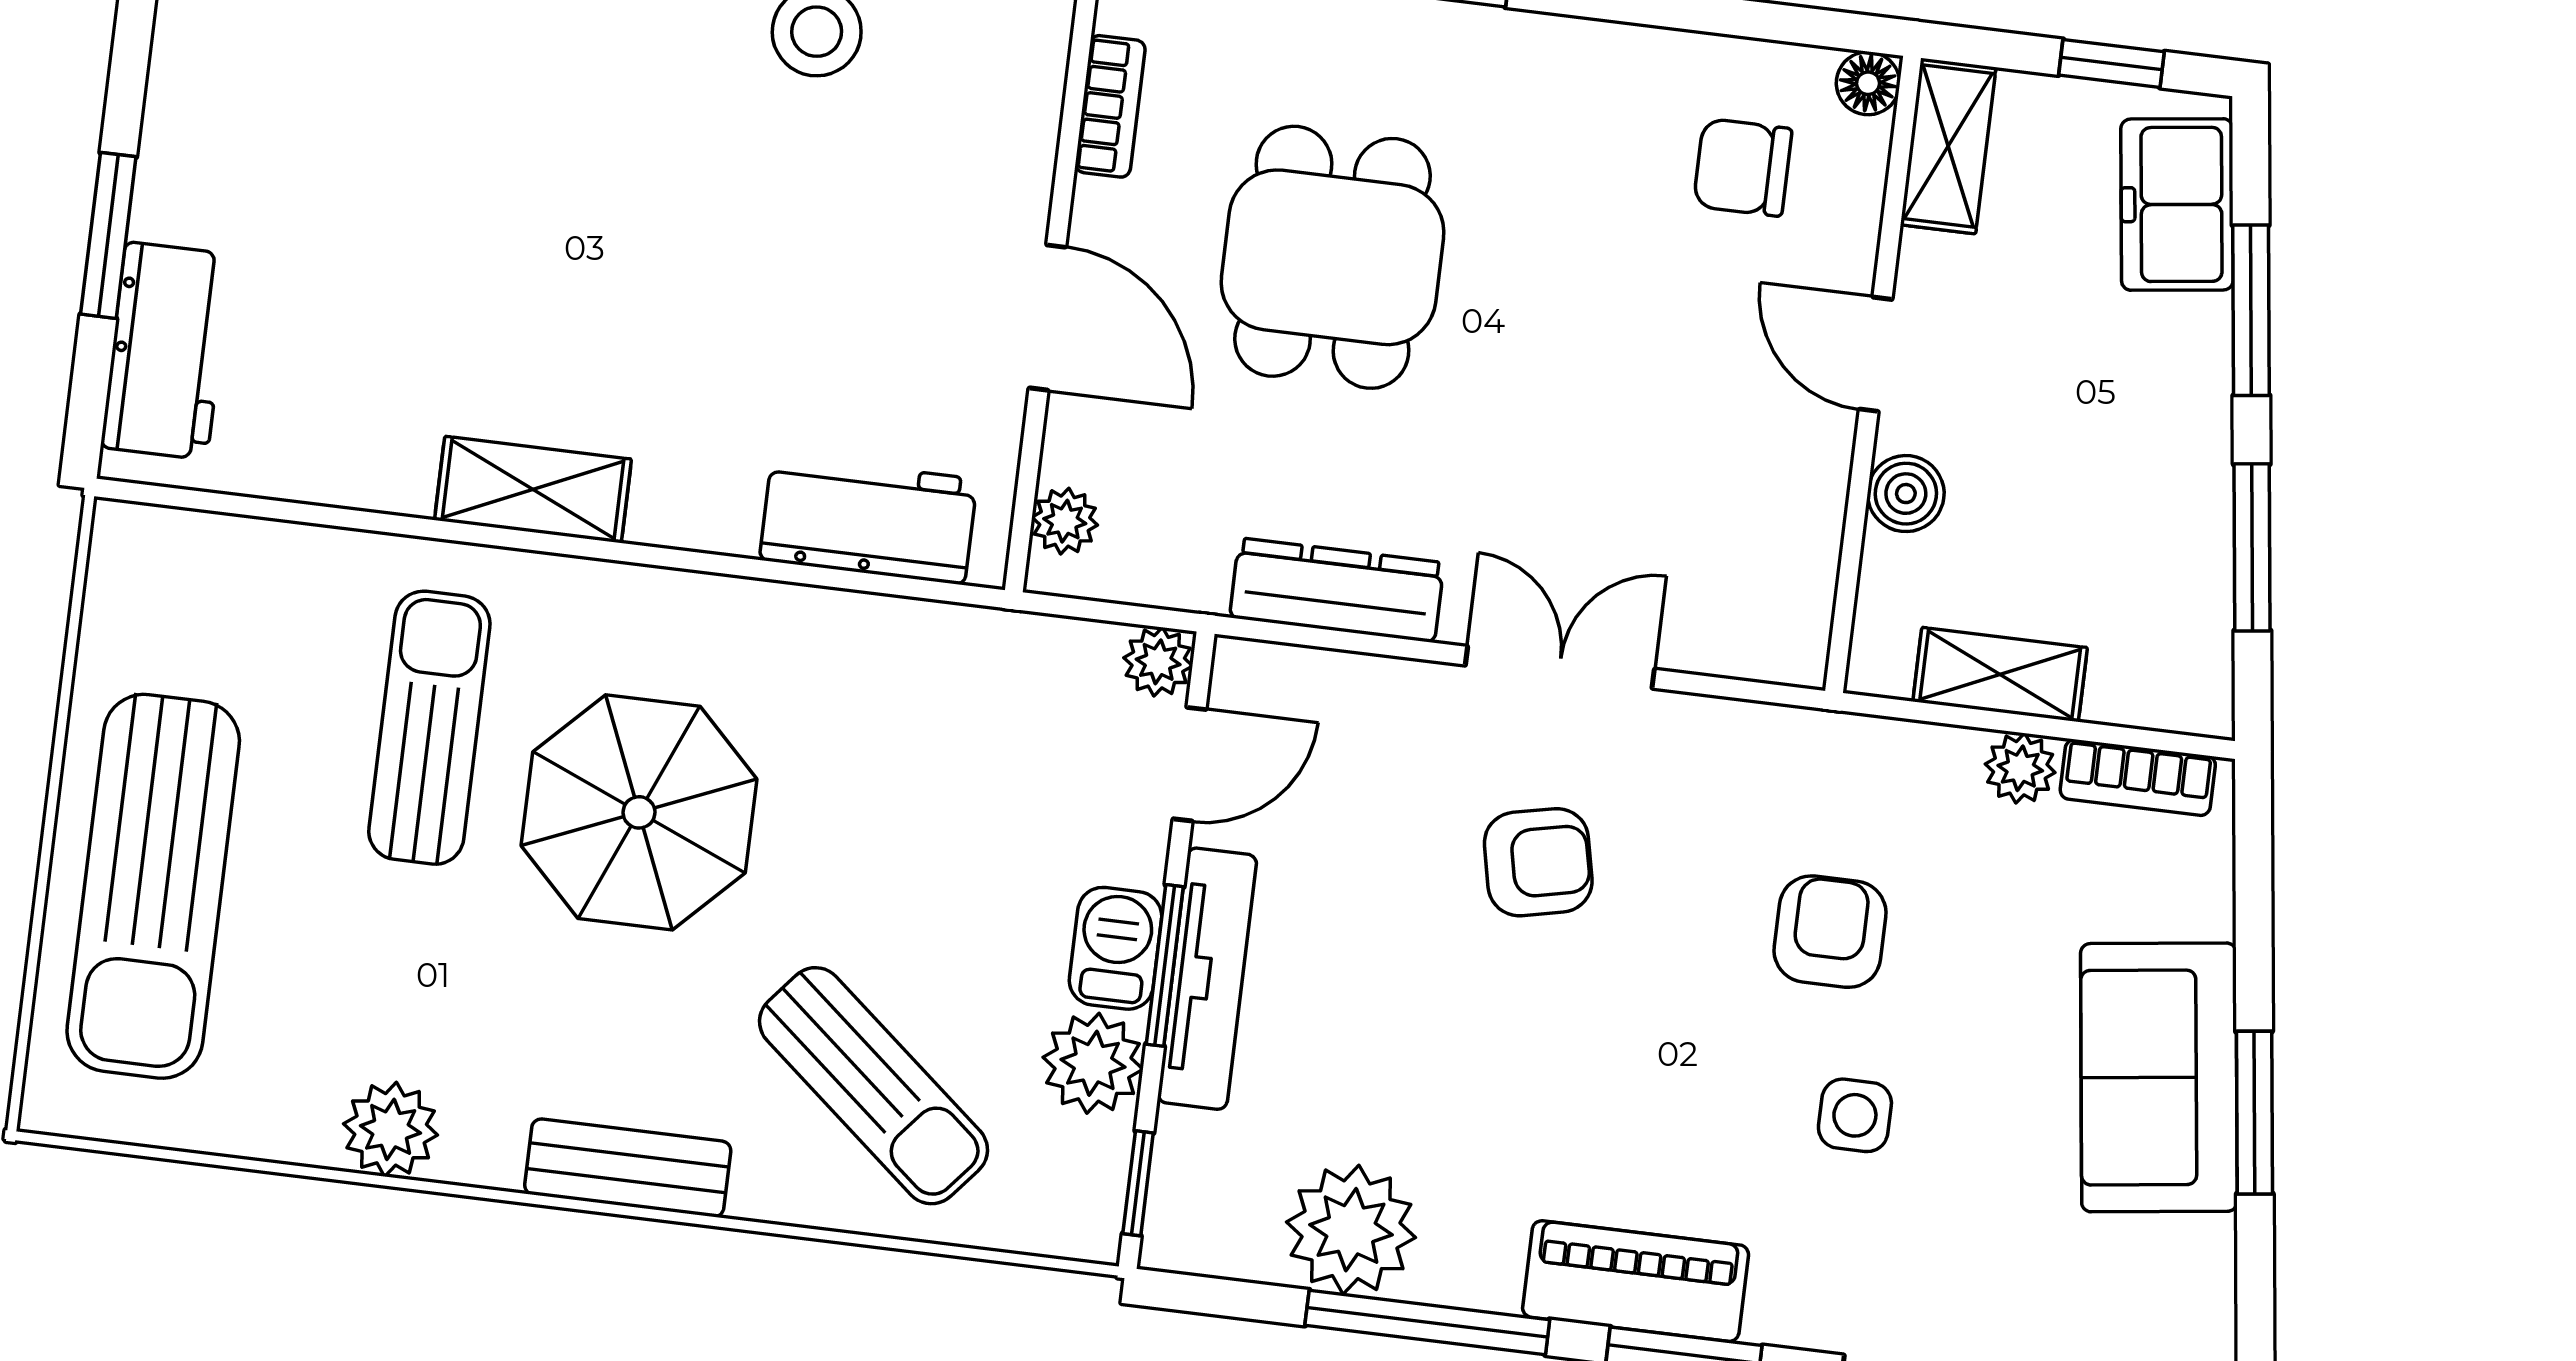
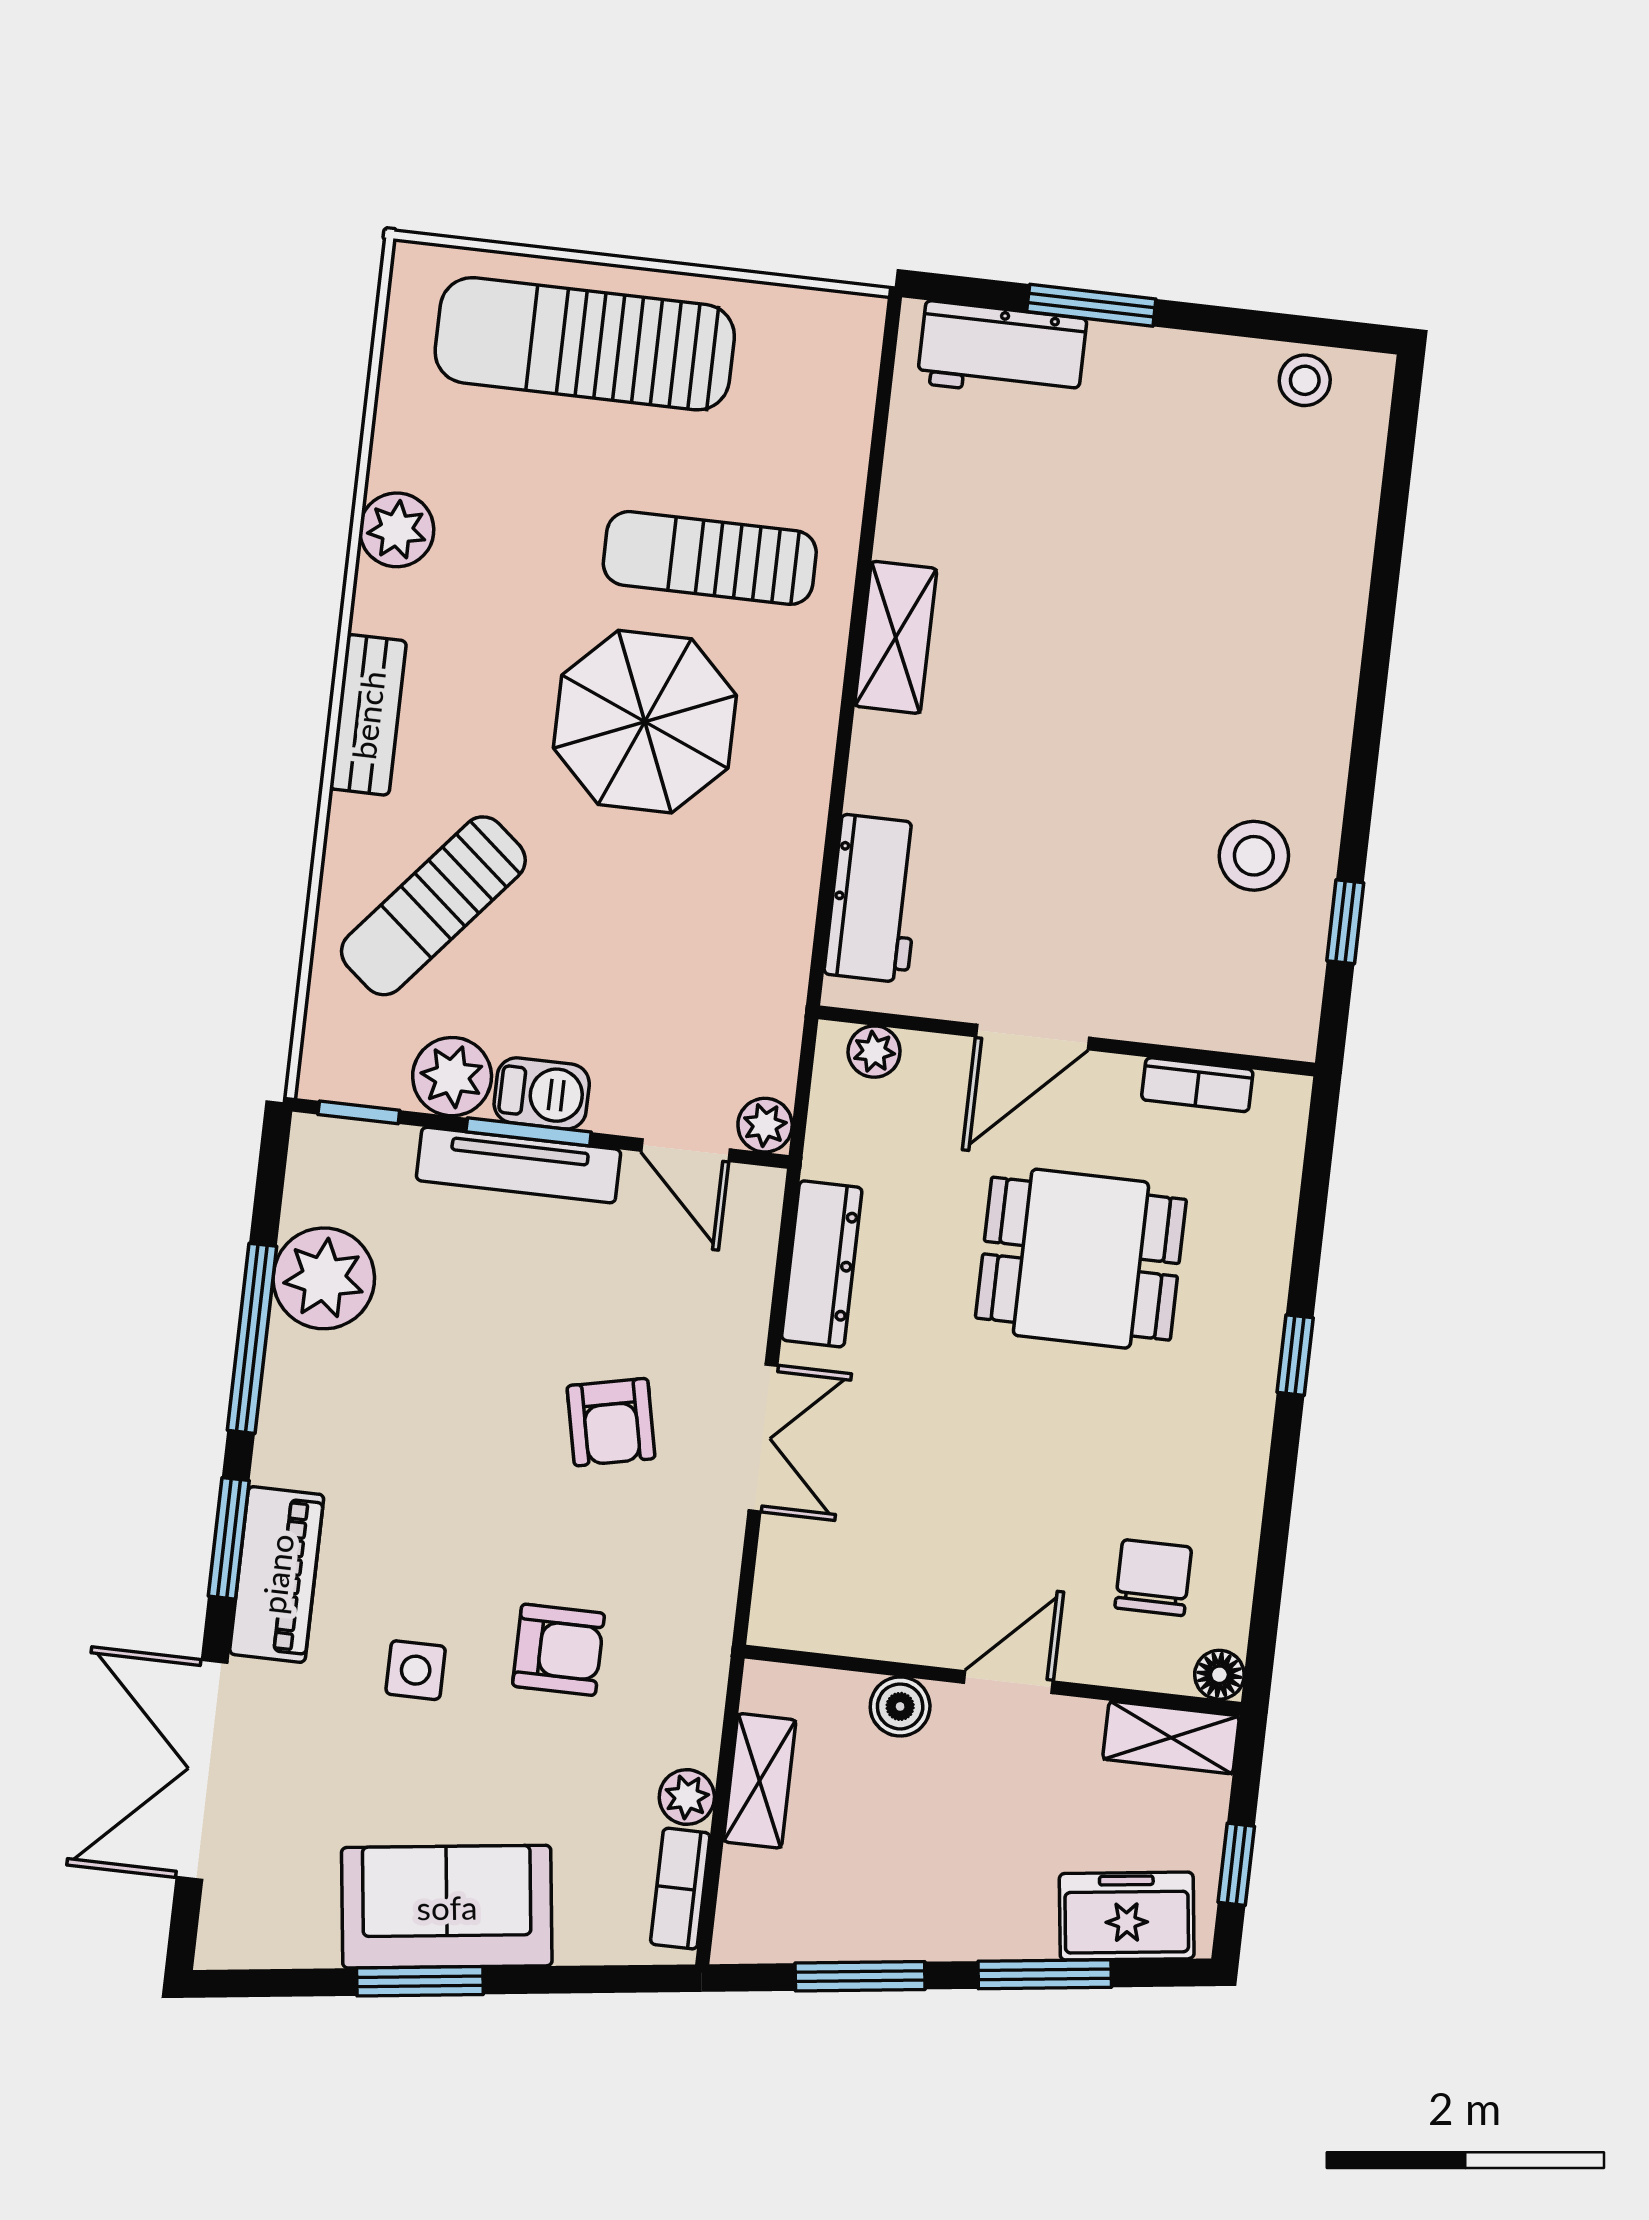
sun lounger: (429, 728) -> (710, 558), turned 180
piano: (1636, 1281) -> (277, 1574), moved

